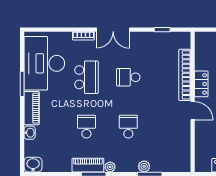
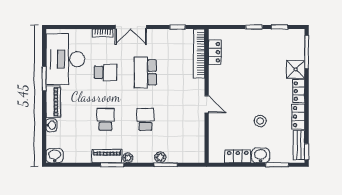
bookcase: (185, 75) -> (199, 54), moved
school desk: (86, 77) -> (105, 72), width x0.54
school desk: (128, 77) -> (145, 72), width x1.85
locker: (201, 84) -> (215, 52), moved

